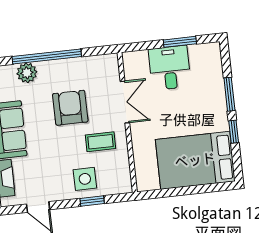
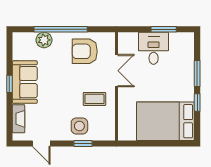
armchair: (70, 108) -> (85, 51), moved, turned -90

